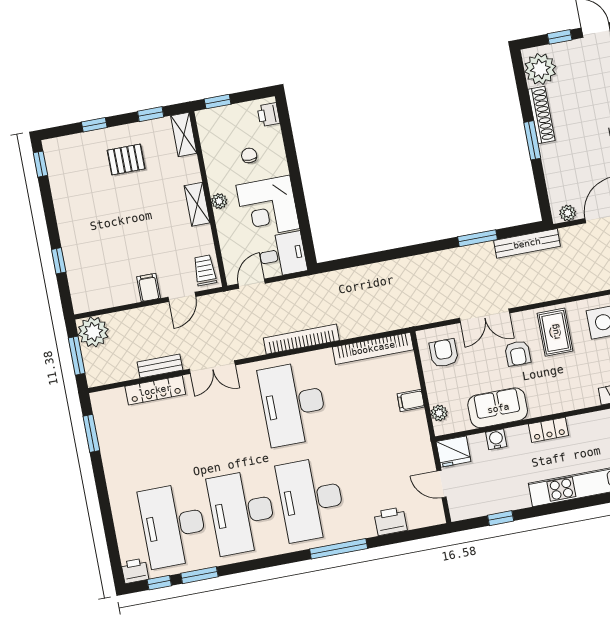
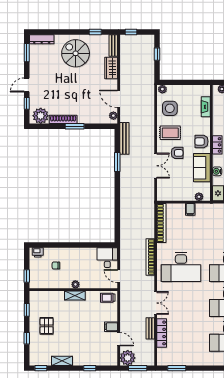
shelving: (184, 134) -> (62, 361), moved
corner desk: (268, 207) -> (83, 261), removed
door: (182, 297) -> (119, 339), moved
armchair: (444, 353) -> (201, 141), moved

